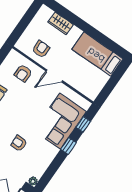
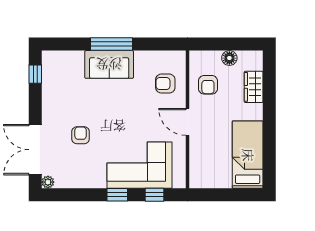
floor lamp: (34, 26) -> (229, 58), added
armchair: (41, 49) -> (208, 85), turned 90

